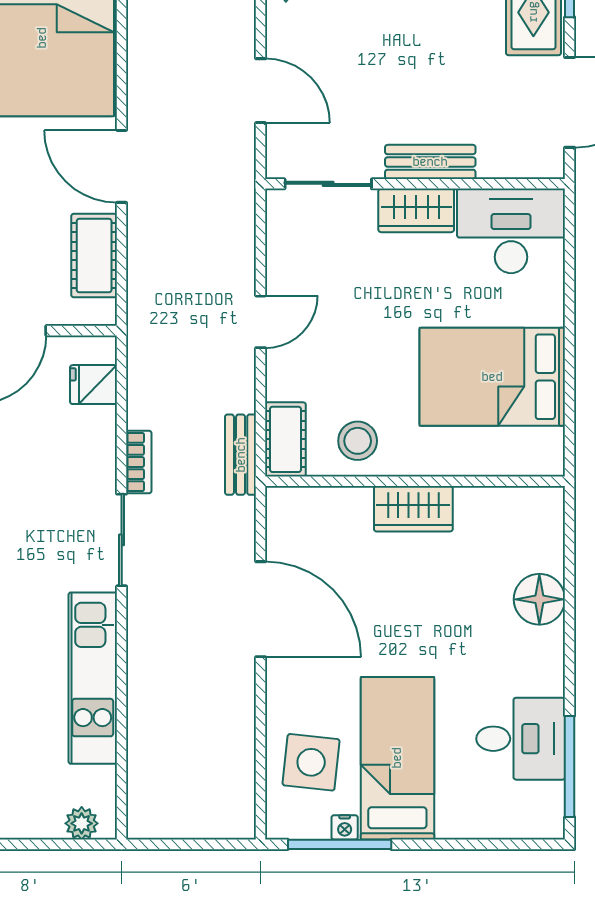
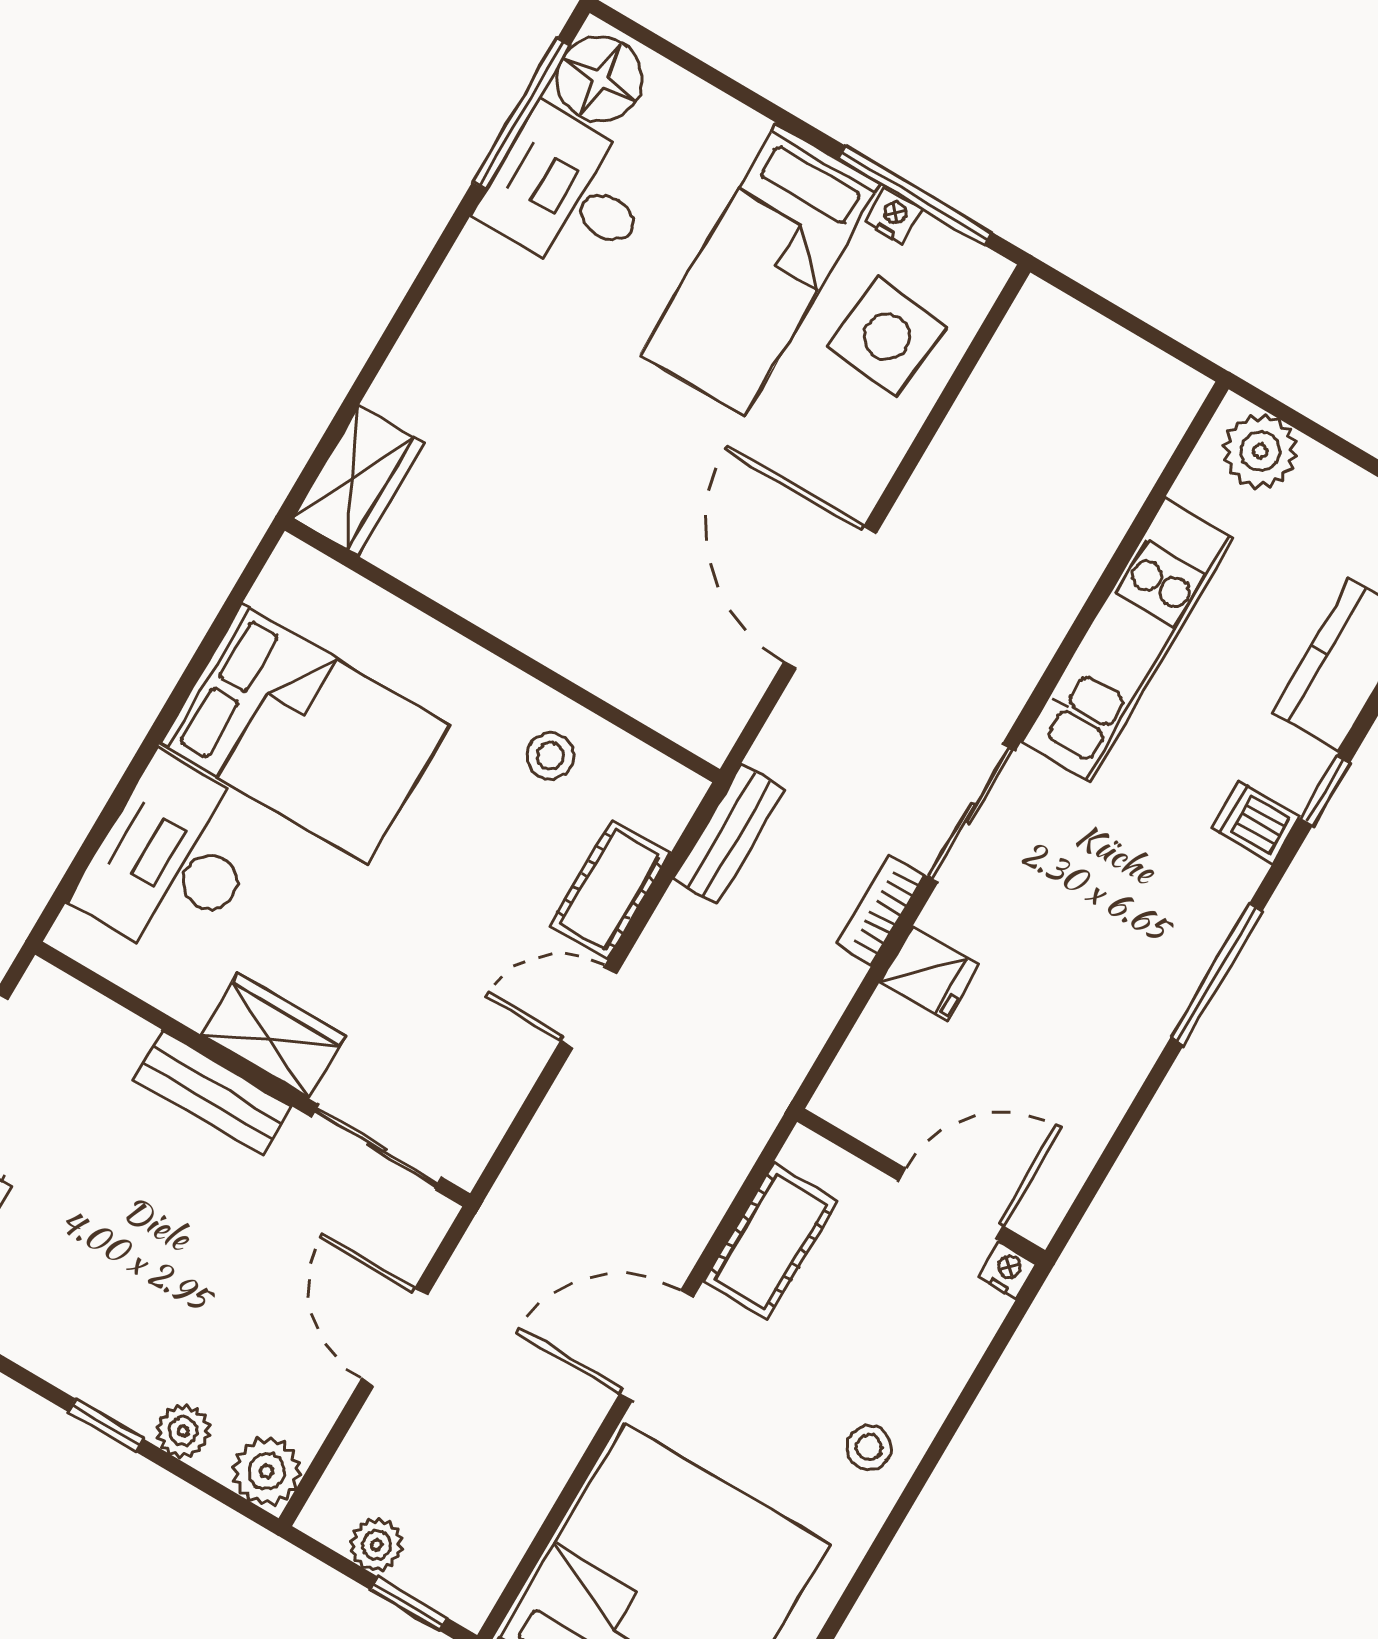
door: (122, 166) -> (656, 1346), swing flipped
desk: (511, 231) -> (172, 860), moved, turned 90
fridge: (94, 385) -> (929, 974), moved
cot: (285, 439) -> (610, 890), moved
stool: (358, 441) -> (550, 756), width x0.73, depth x0.73
wardrobe: (413, 509) -> (358, 481), moved, turned 90
floor lamp: (539, 599) -> (600, 79), moved
plant: (82, 823) -> (1260, 451), width x1.38, depth x1.38

